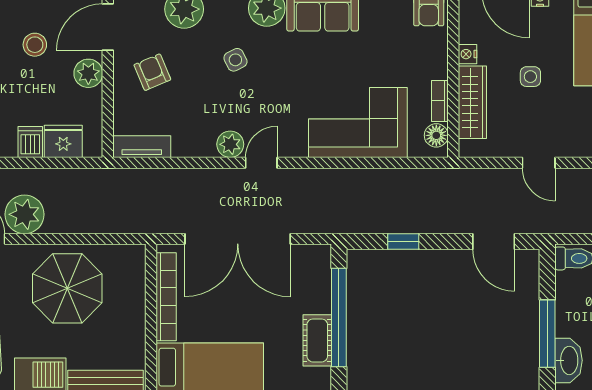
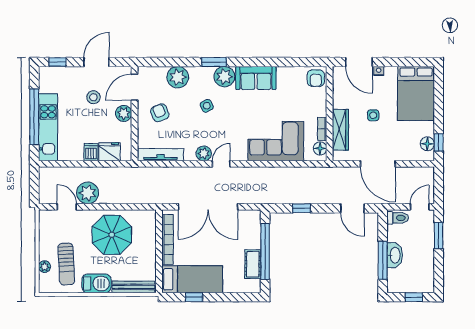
nightstand: (467, 54) -> (338, 103), removed
tv unit: (142, 147) -> (160, 155), width x1.41
door: (539, 163) -> (378, 164), width x1.87
washbasin: (568, 360) -> (395, 255), moved

